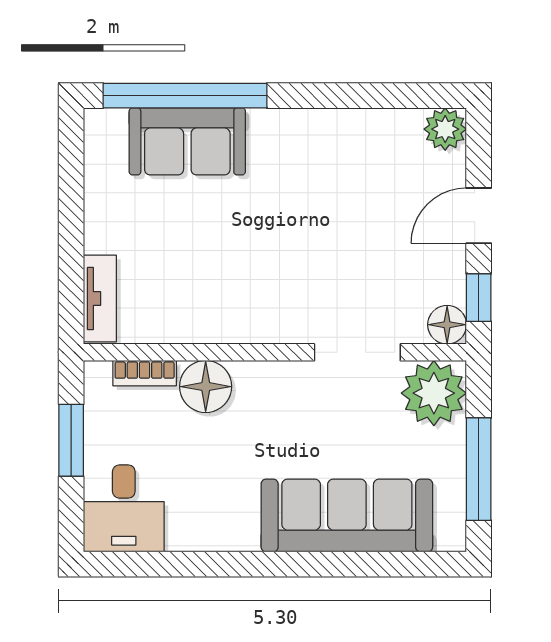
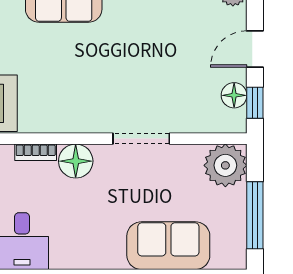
floor lamp: (447, 325) -> (234, 95), moved
doorway: (357, 352) -> (141, 139), moved
sofa: (347, 515) -> (168, 246), width x0.73

